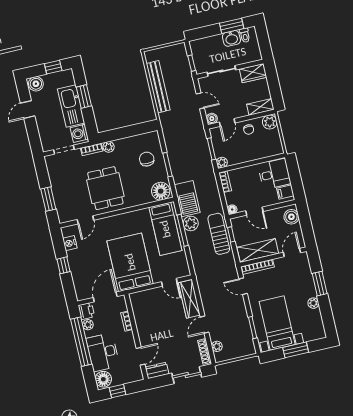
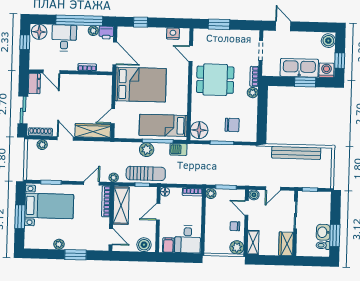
door: (28, 110) -> (283, 26), moved
washing machine: (79, 133) -> (326, 70), moved
barbecue: (187, 199) -> (178, 149), width x0.53, depth x0.65
plant: (191, 223) -> (147, 150), moved
window: (64, 265) -> (141, 22), moved
plant: (231, 265) -> (114, 178), added
desk: (103, 352) -> (64, 38), width x0.73

